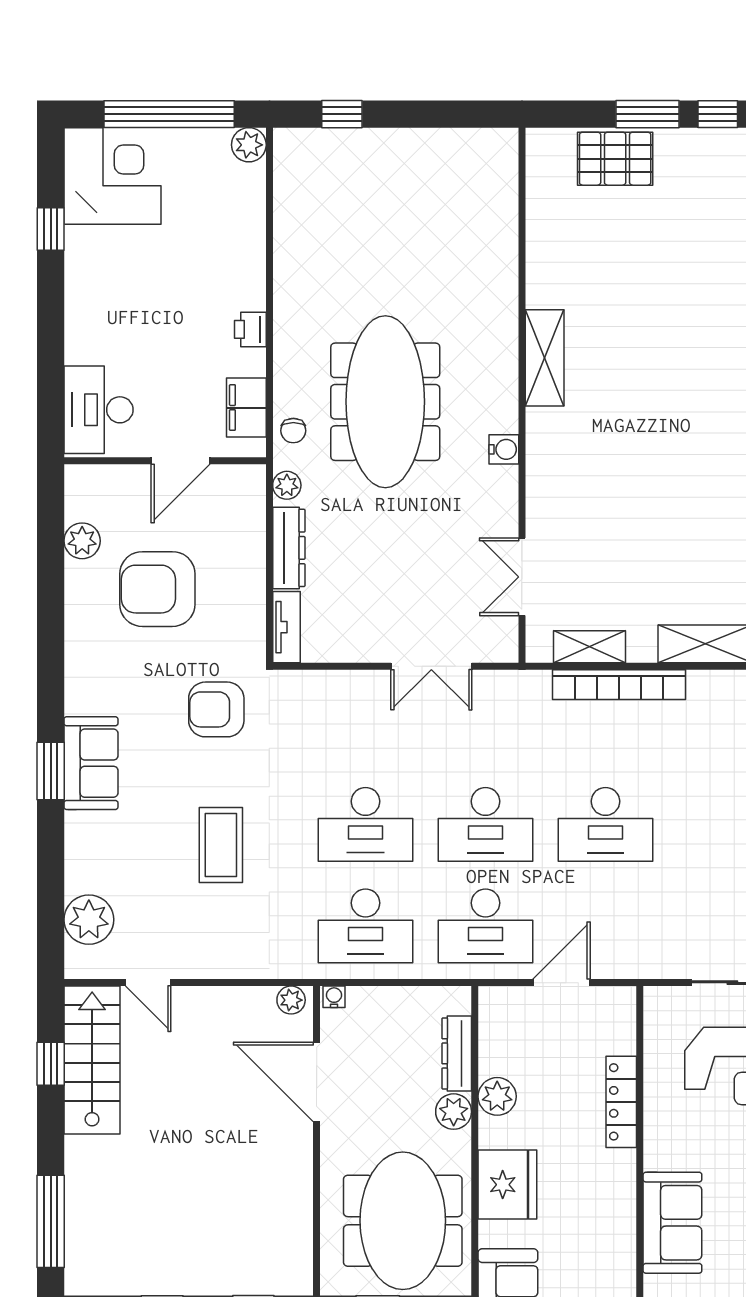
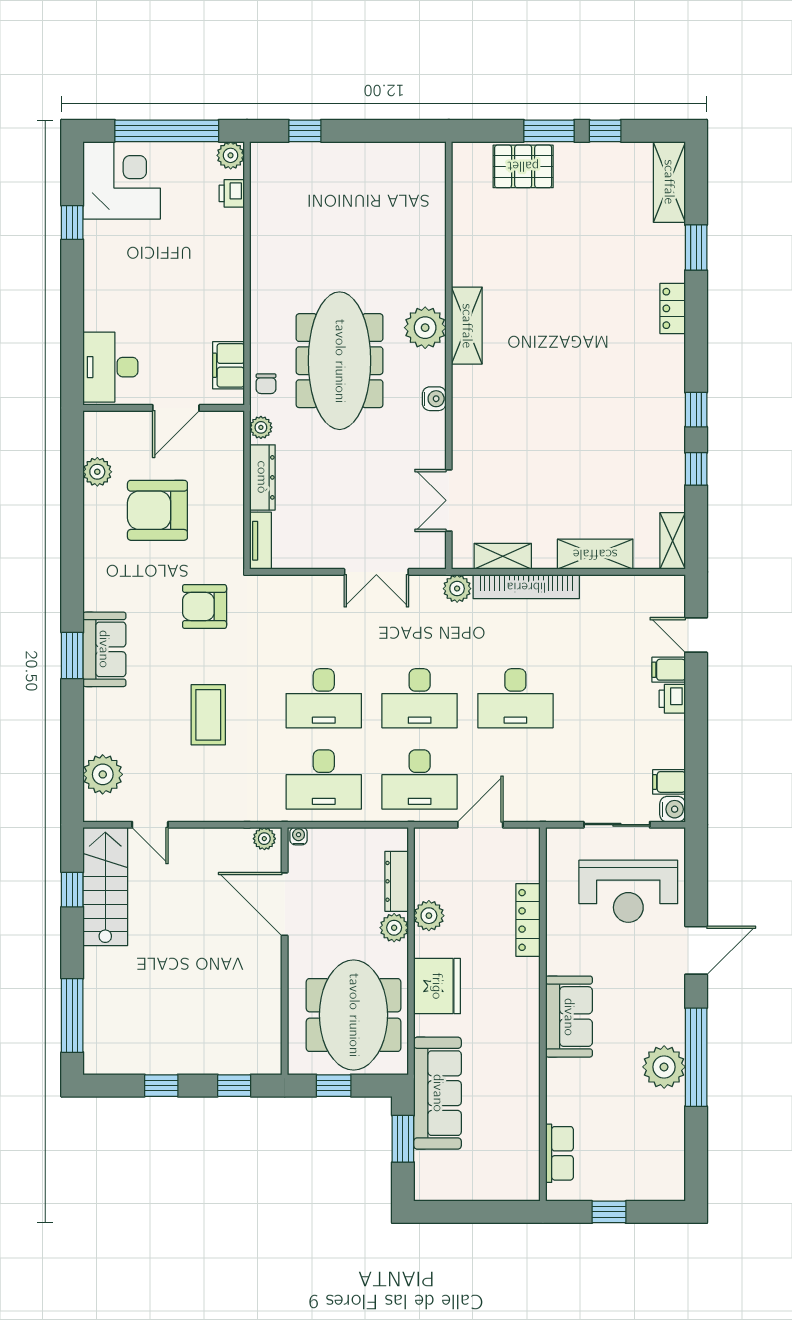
printer: (250, 329) -> (232, 193), moved
plant: (492, 360) -> (425, 328), added
plant: (532, 687) -> (457, 589), added

